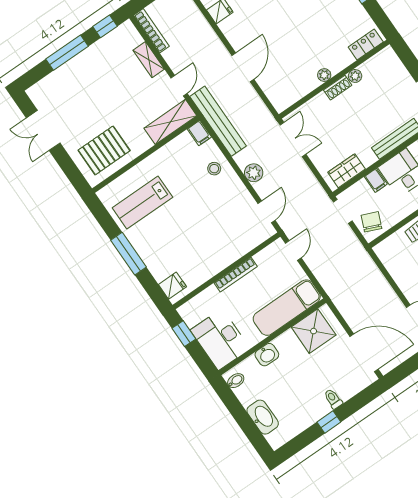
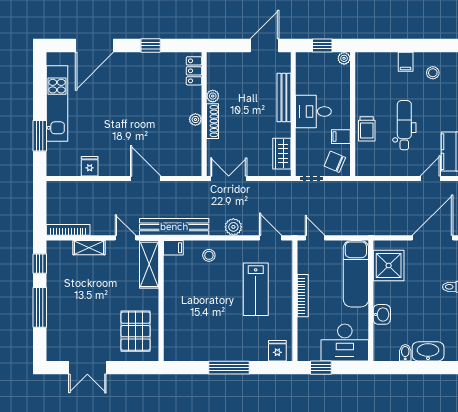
shoe rack: (338, 88) -> (212, 121), width x1.43
filing cabinet: (376, 180) -> (341, 137), moved, turned 180
lab bench: (142, 202) -> (256, 289), moved
bidet: (236, 381) -> (405, 353), moved

